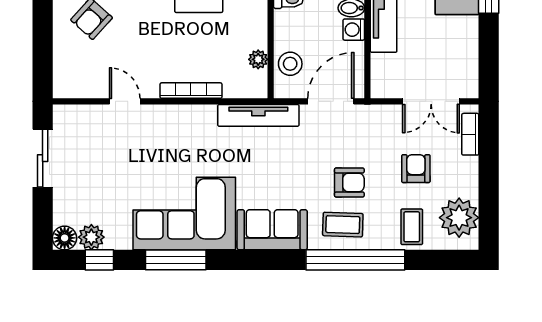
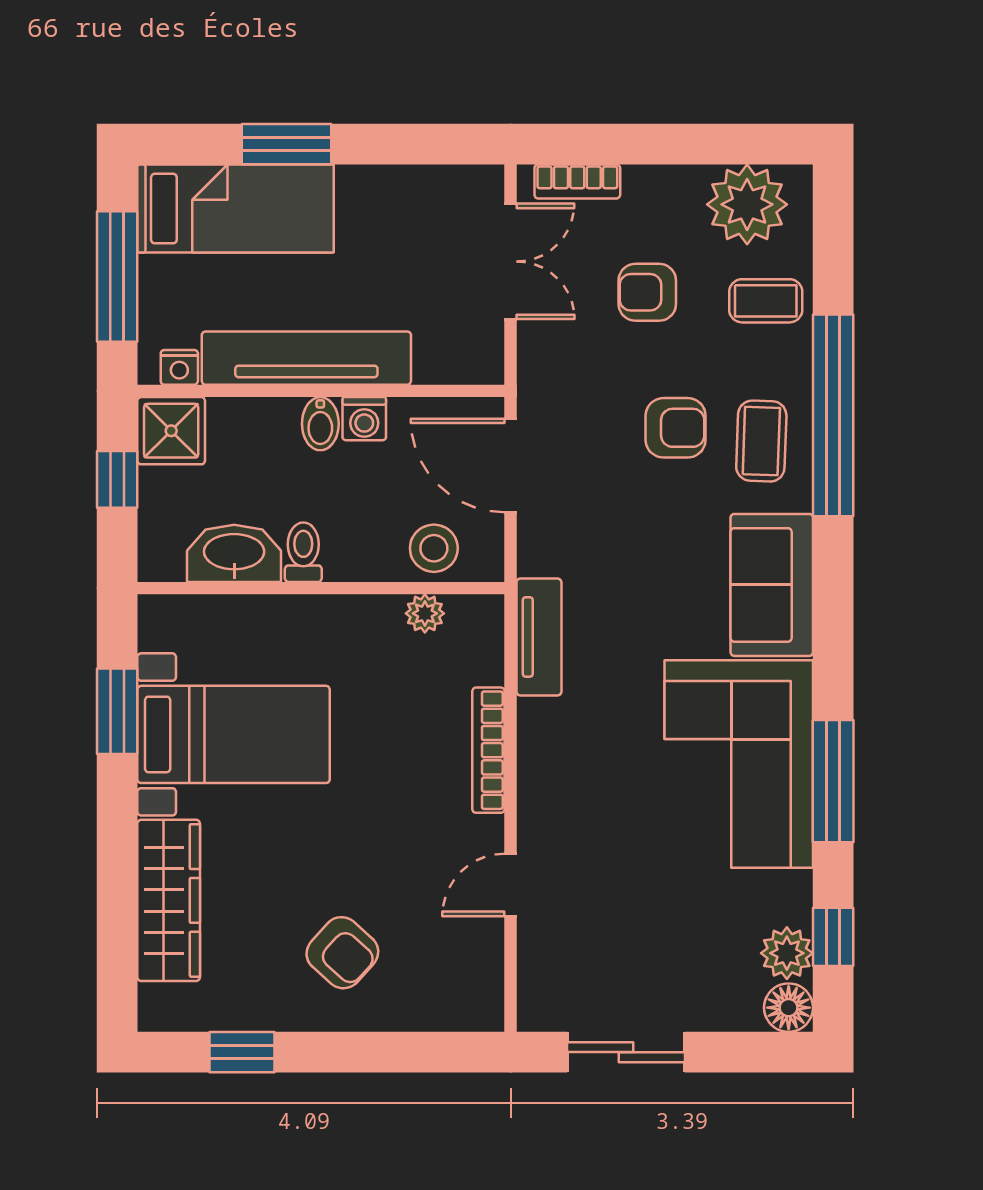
tv unit: (258, 115) -> (539, 637), width x0.71
armchair: (349, 182) -> (676, 428), turned 90

